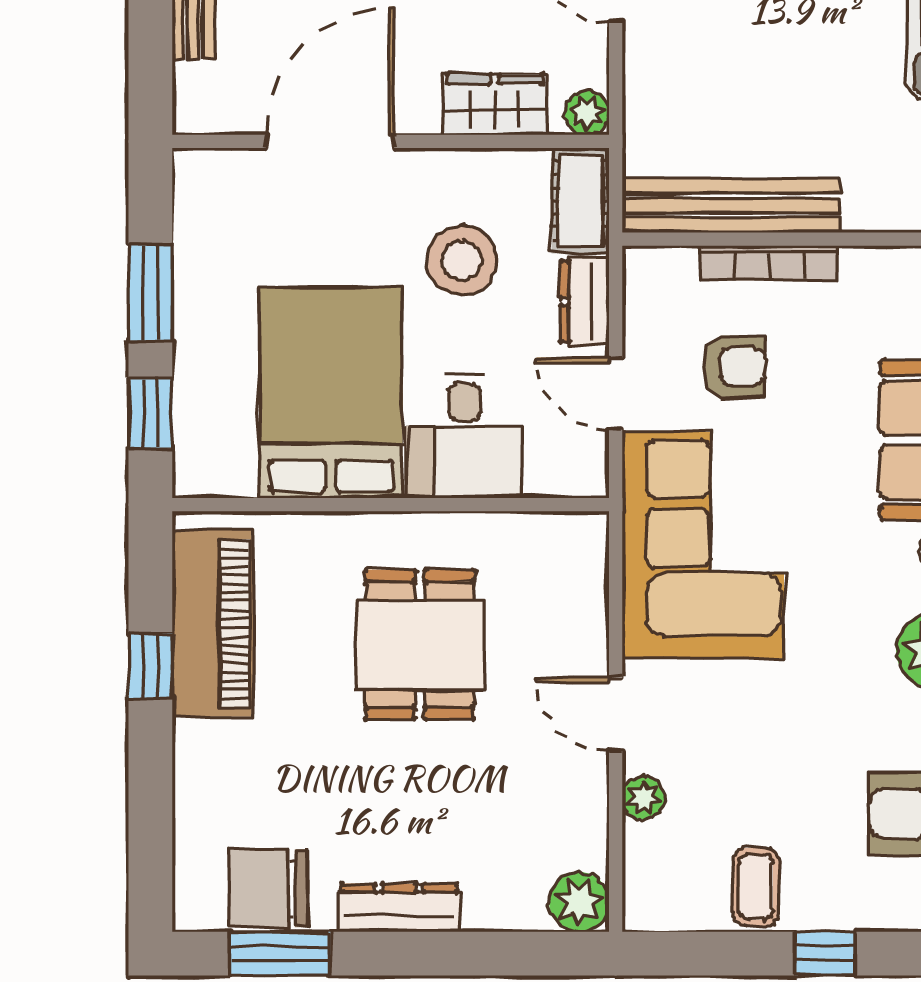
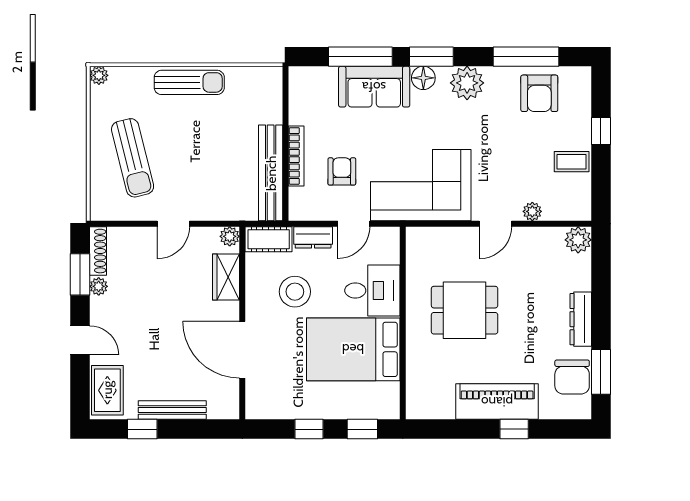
window: (150, 292) -> (309, 429), width x0.67
piano: (213, 623) -> (497, 402), moved
window: (150, 666) -> (514, 429), moved

